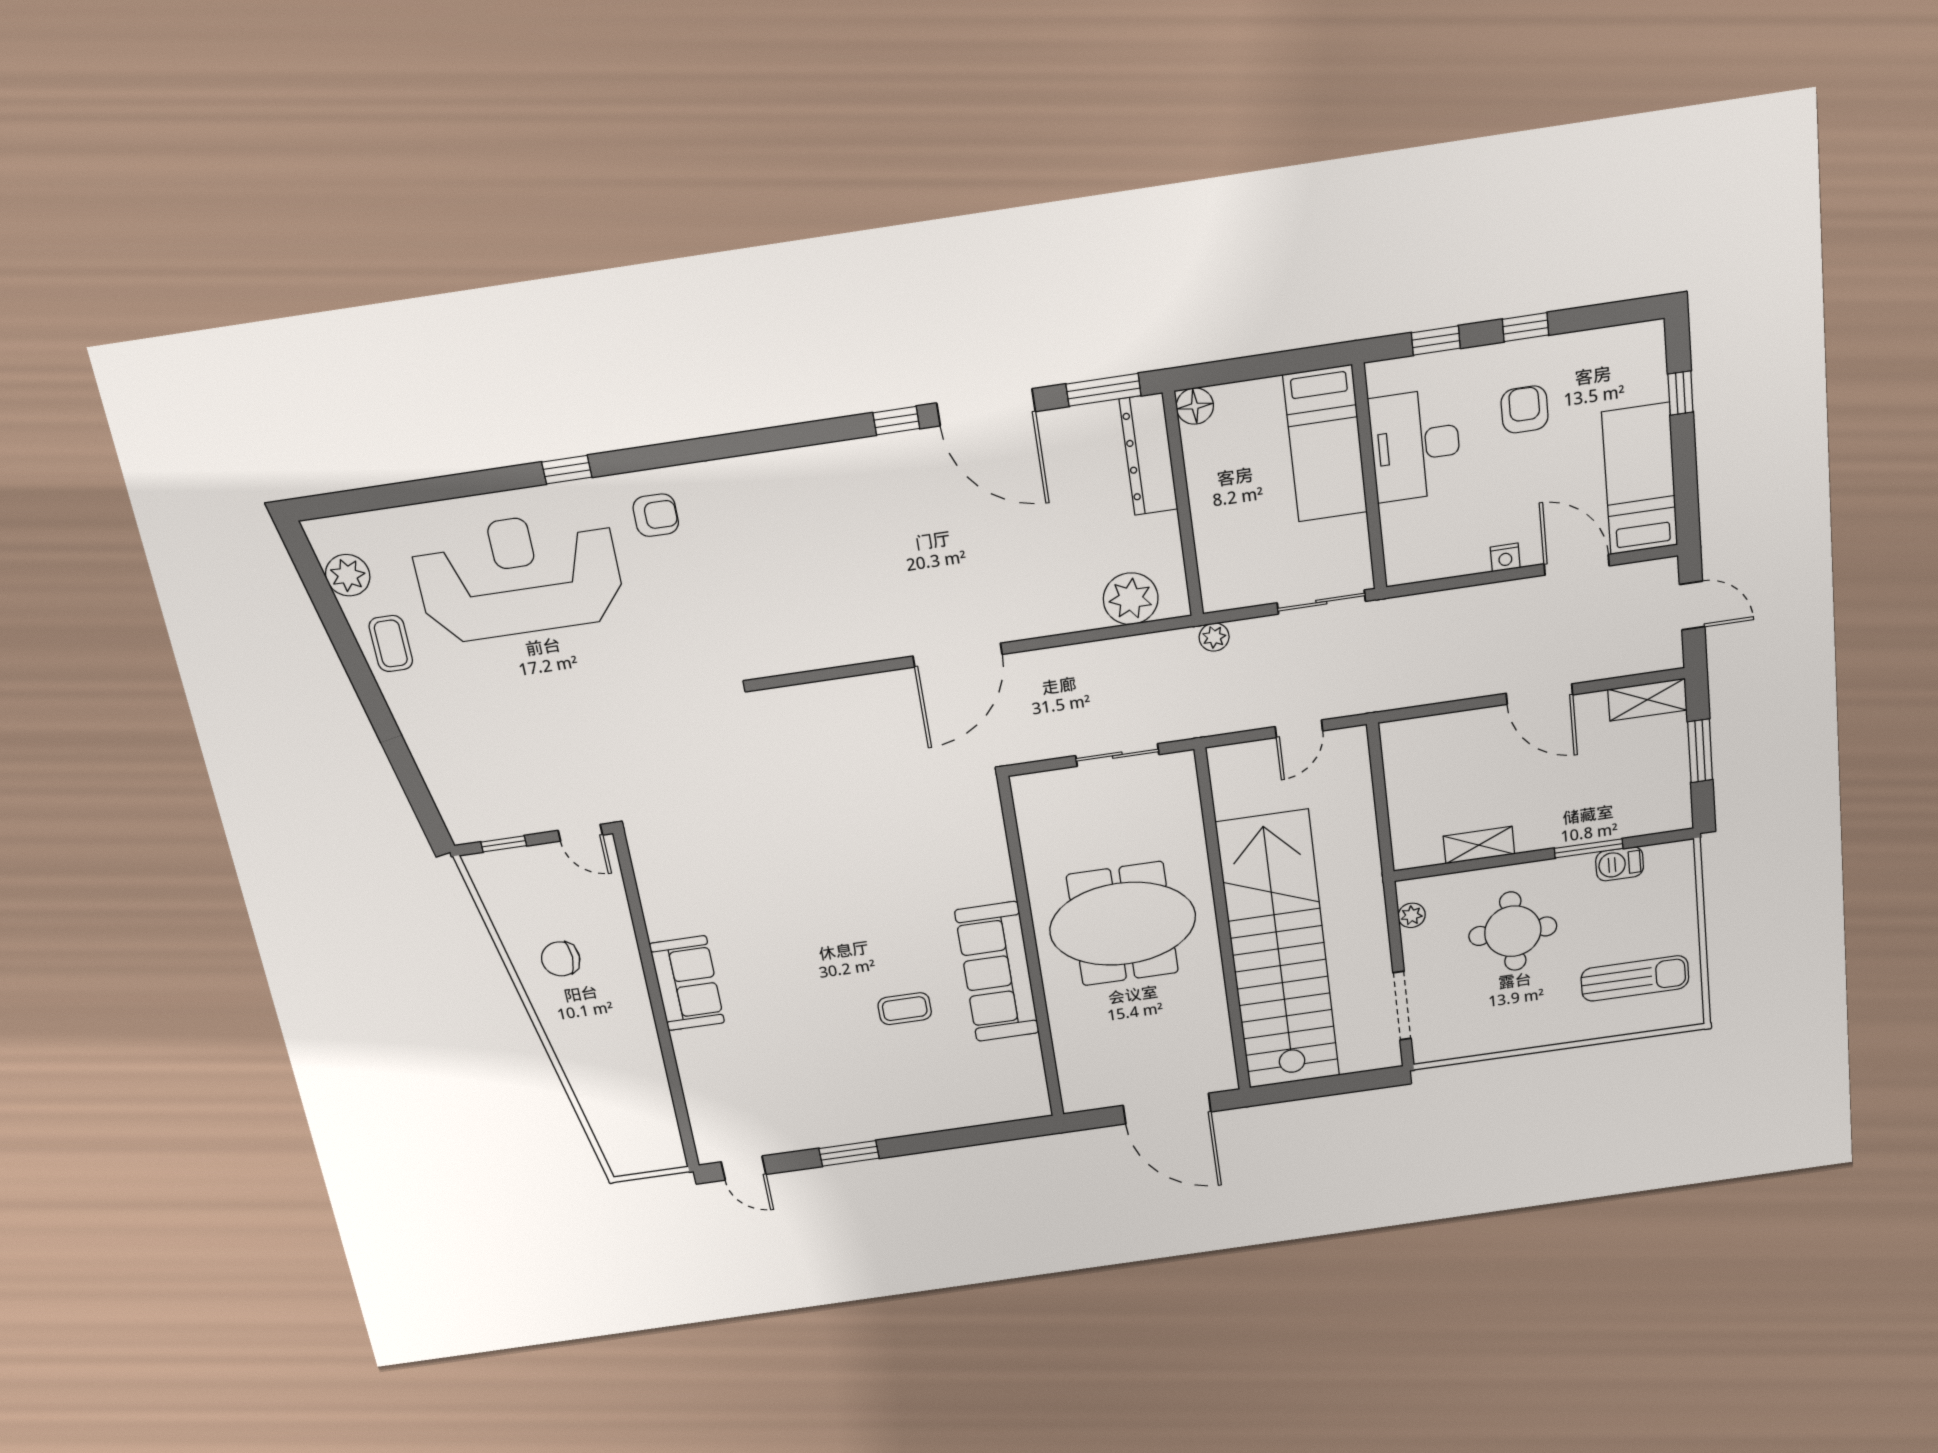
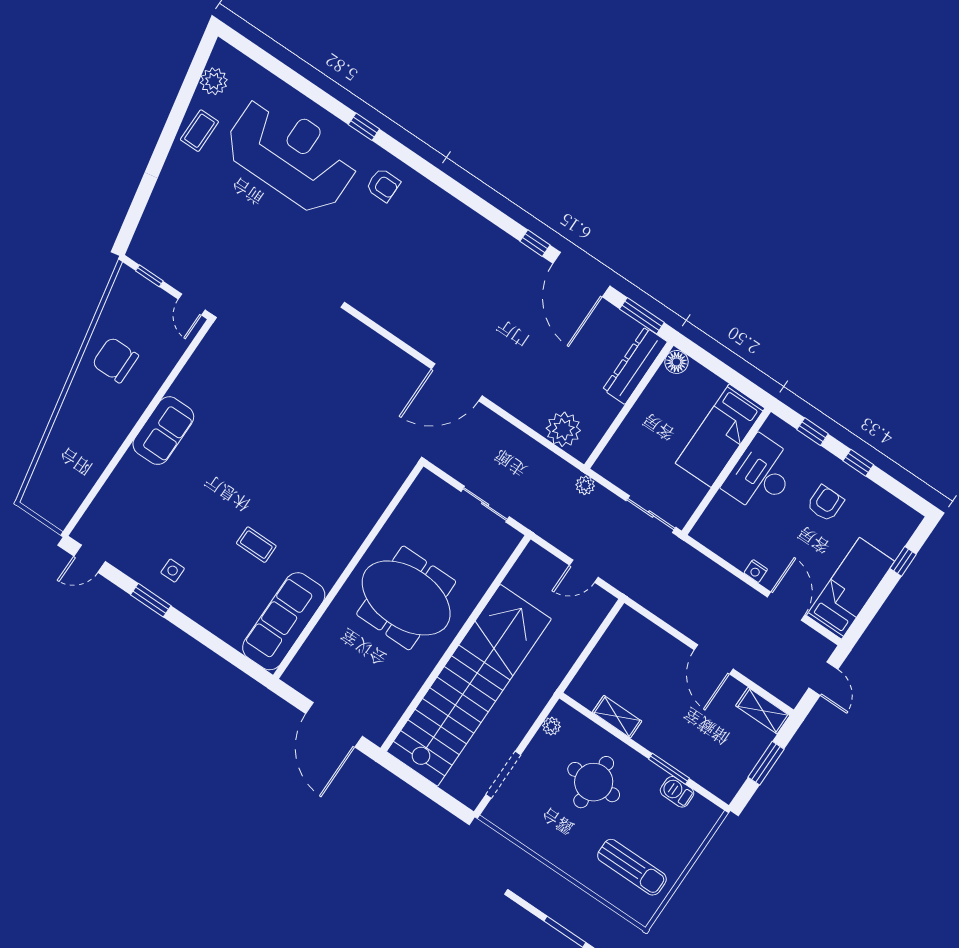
chair: (561, 959) -> (115, 360), width x1.37, depth x1.37
sofa: (997, 972) -> (284, 621), moved
side table: (842, 1107) -> (173, 571), added
door: (744, 1168) -> (90, 559), hinge flipped

